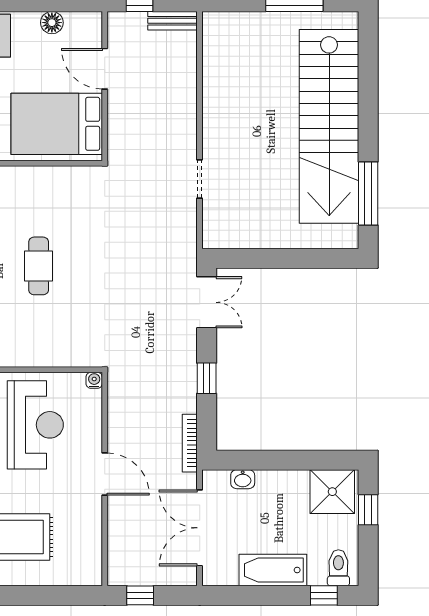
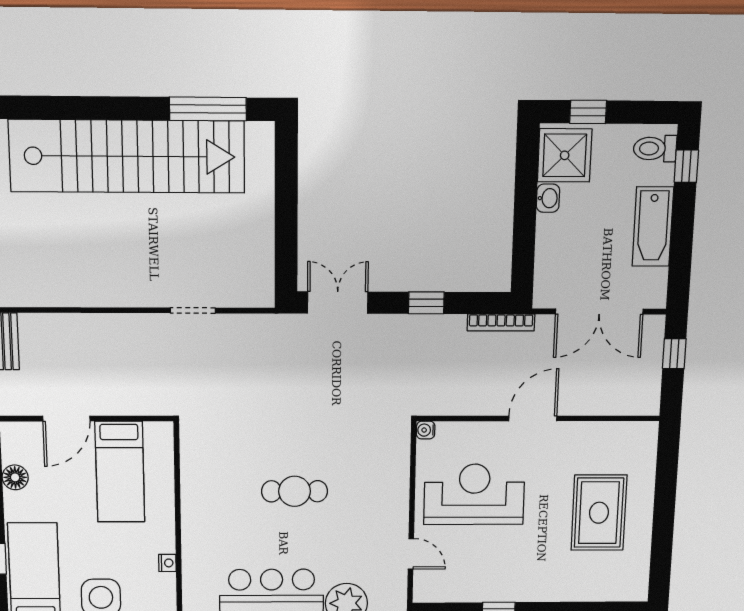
bed: (57, 124) -> (120, 472), width x0.67
washbasin: (243, 479) -> (548, 198), moved
window: (140, 595) -> (674, 354), moved

